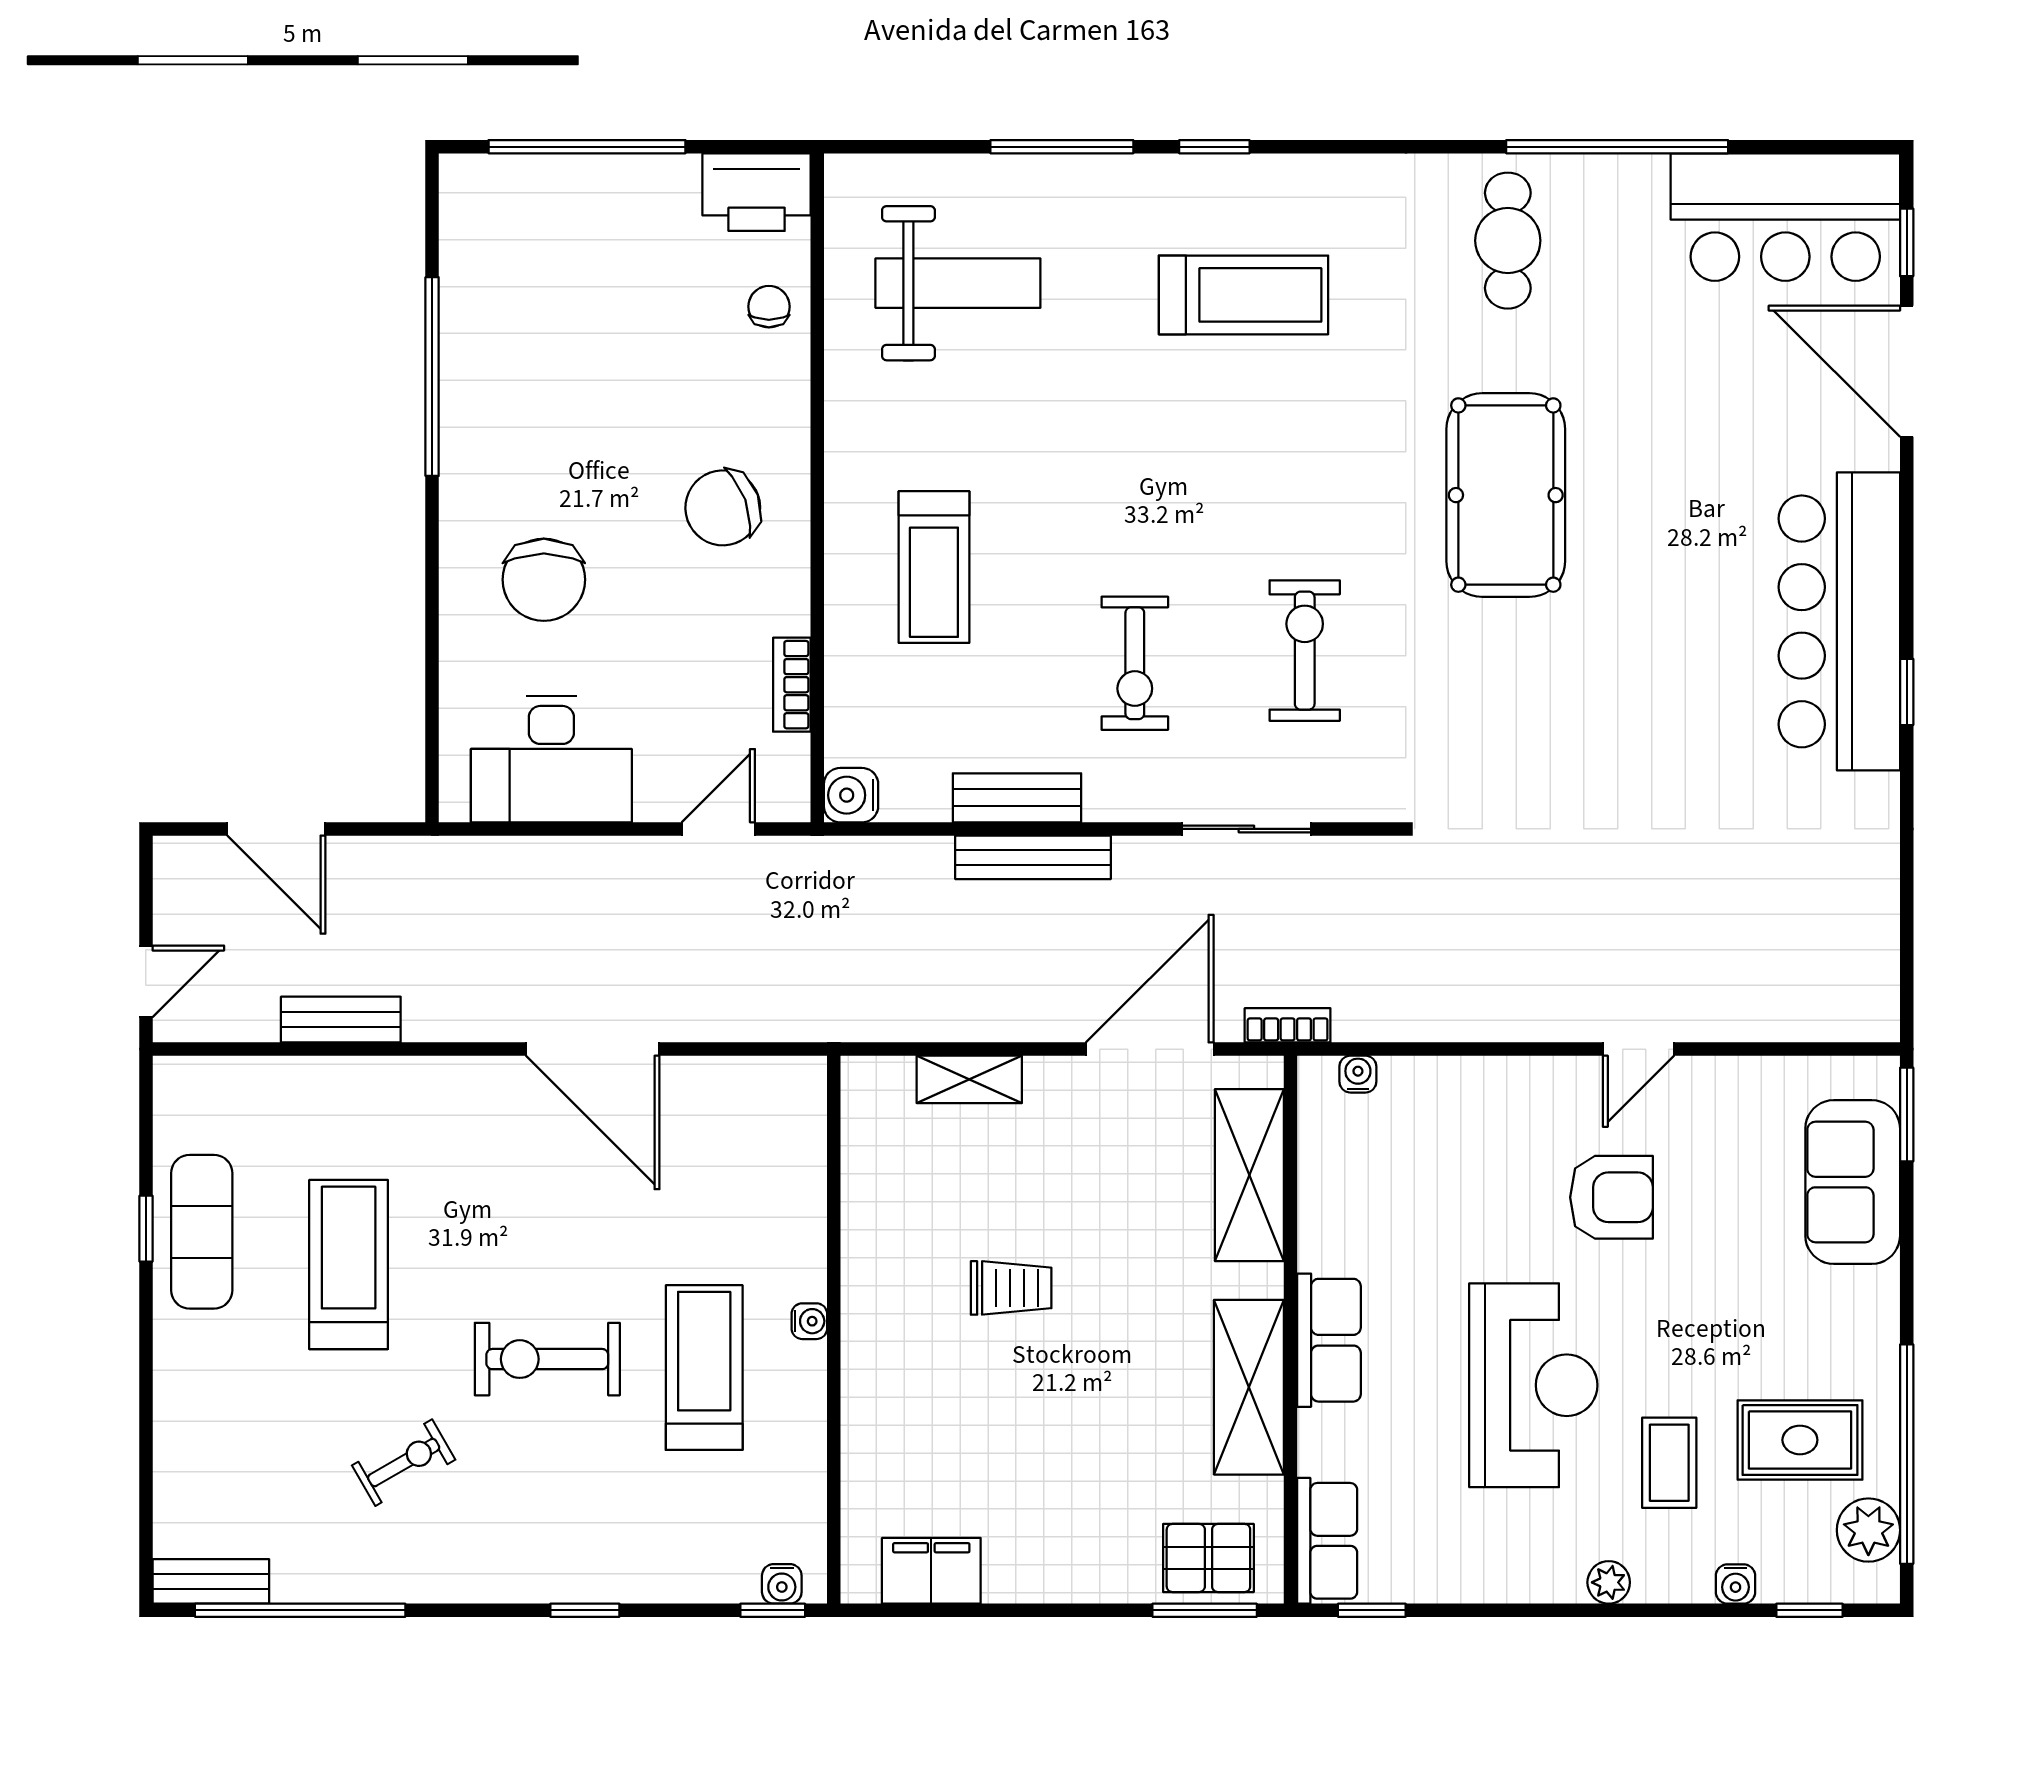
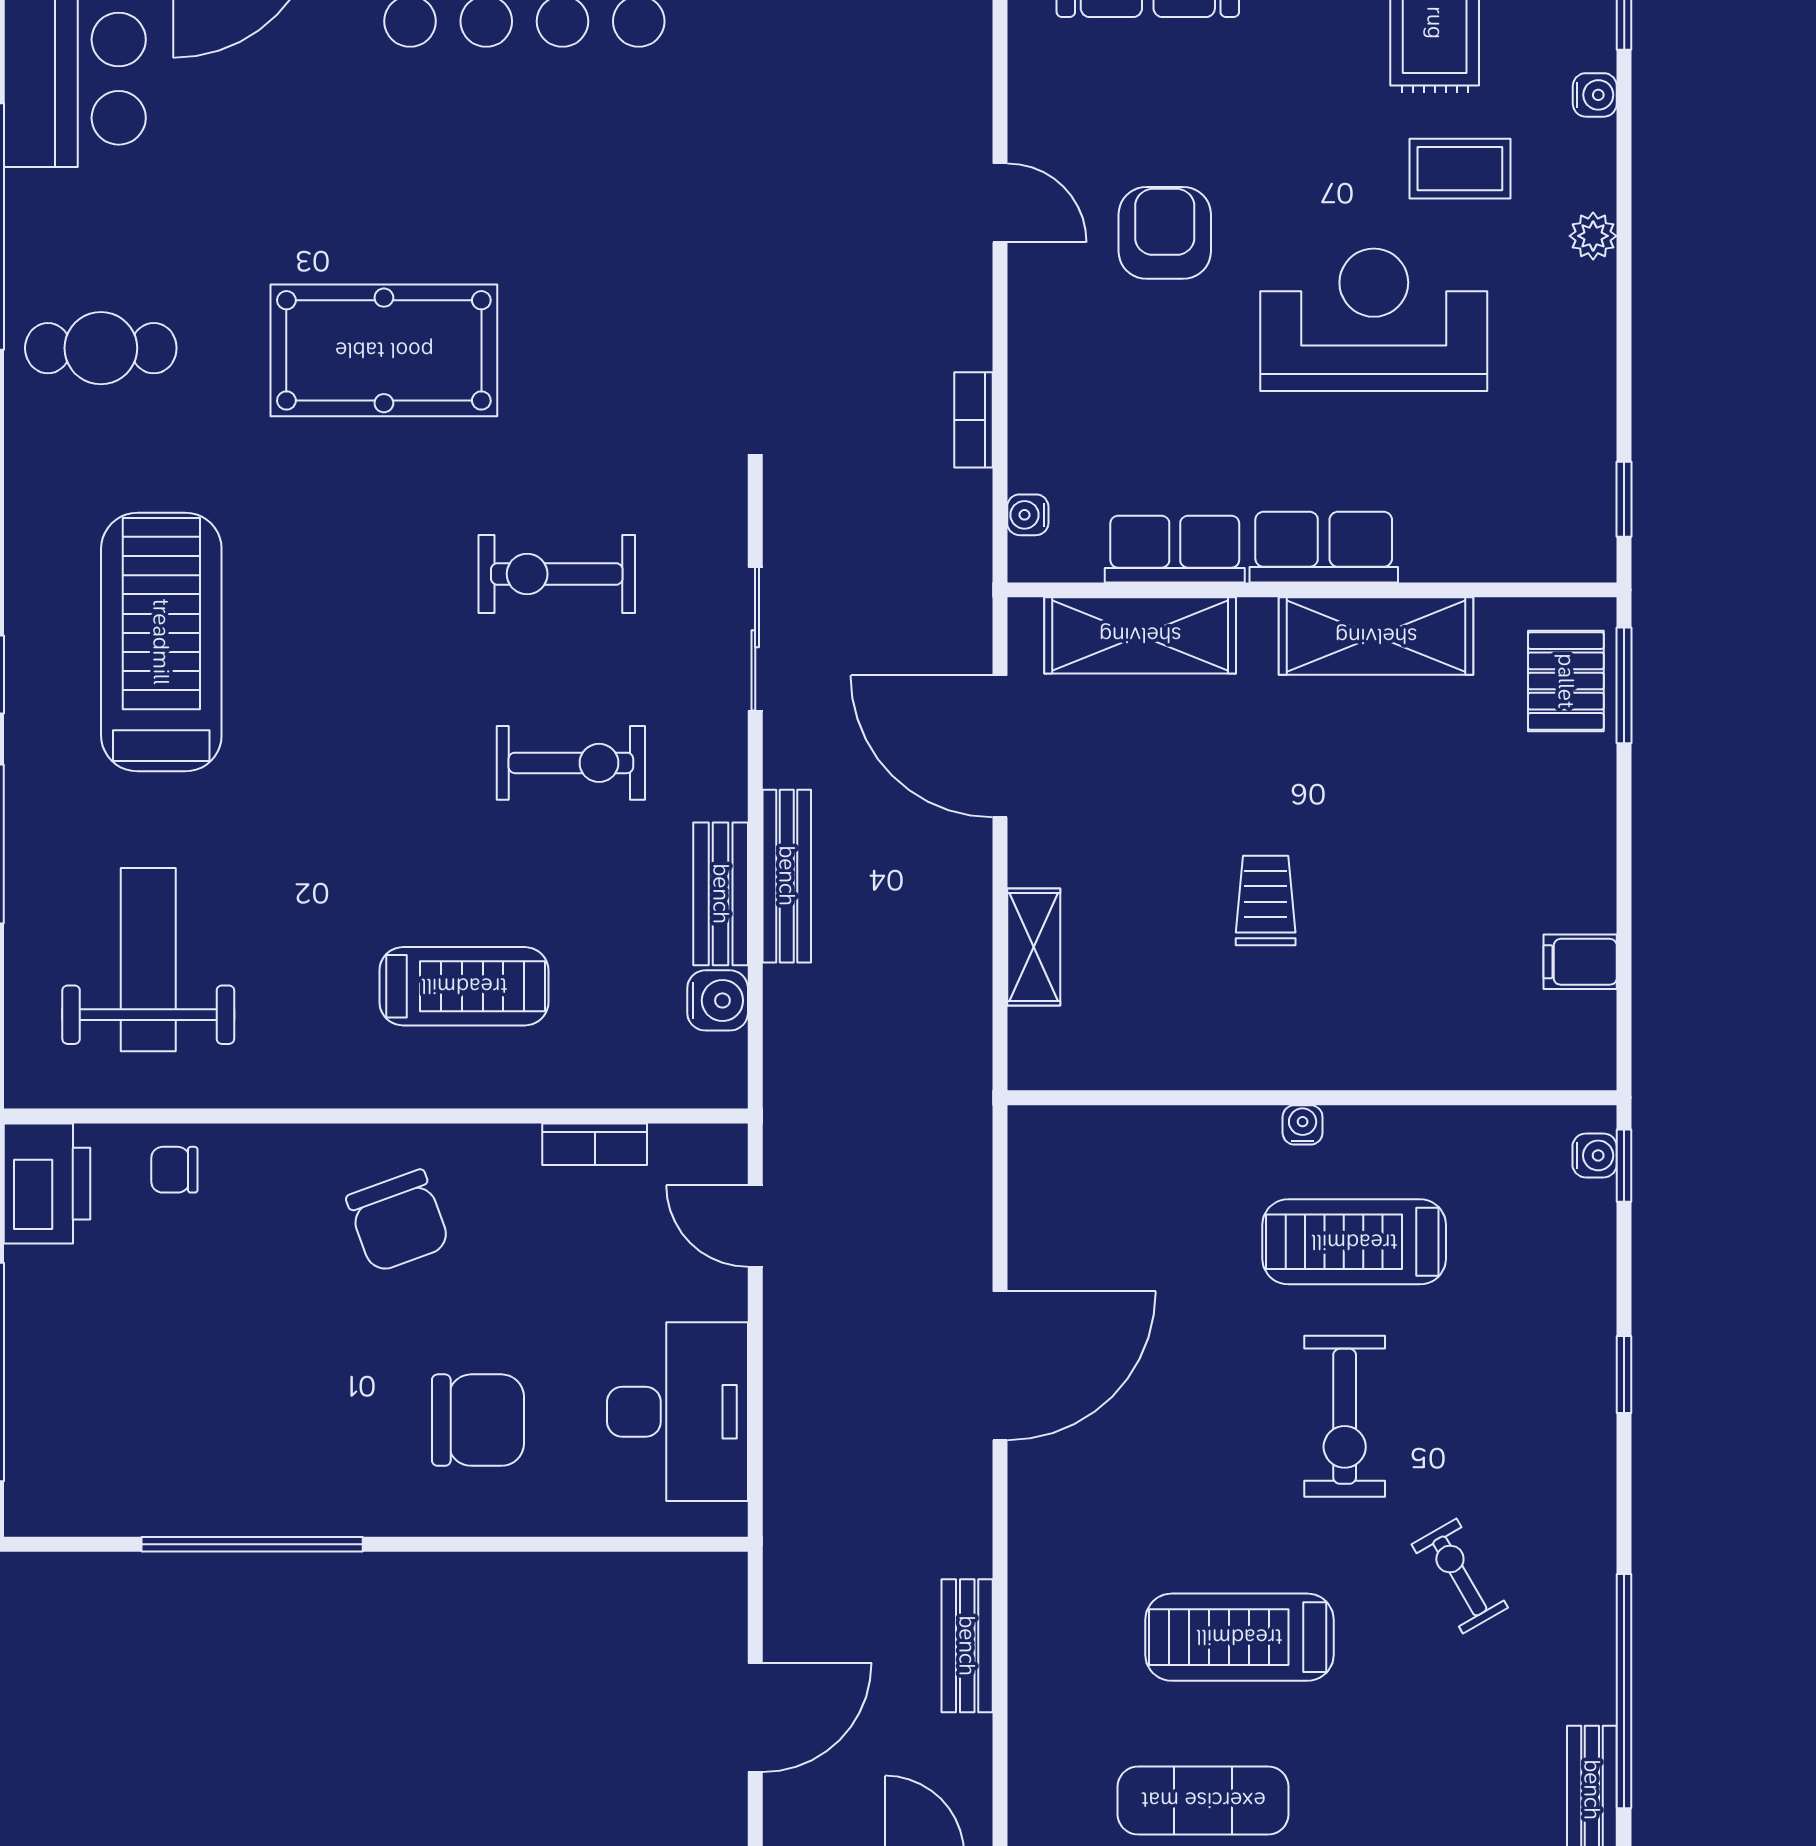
treadmill: (1244, 295) -> (161, 642), width x1.37, depth x1.38
water cooler: (851, 795) -> (718, 1000), moved, turned -90
bookcase: (1288, 1025) -> (973, 420), moved
row of seats: (1327, 1541) -> (1175, 549), moved
filing cabinet: (931, 1571) -> (1580, 962), width x0.50

